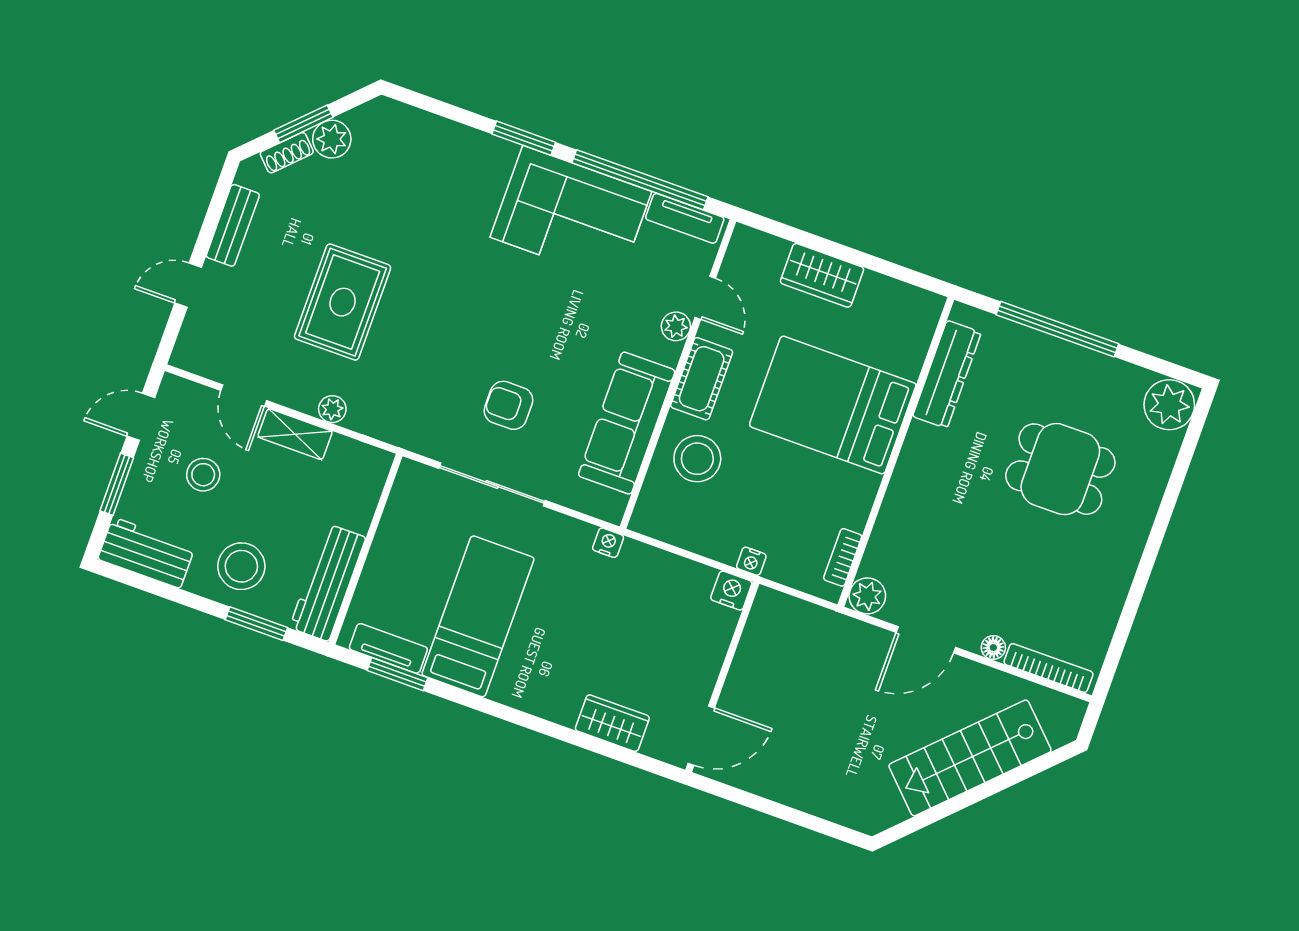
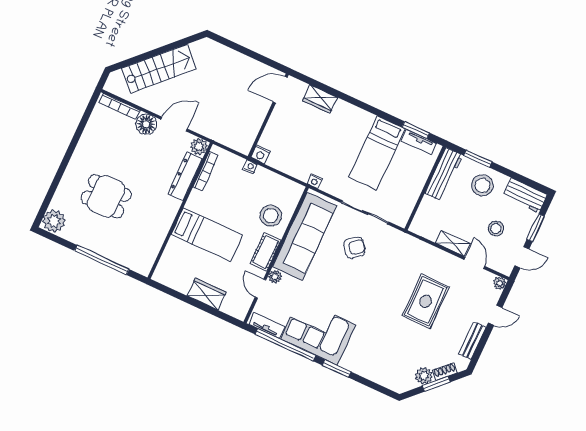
dresser: (947, 374) -> (185, 176), moved
armchair: (508, 405) -> (354, 248), turned -39
bed: (833, 405) -> (207, 235), width x0.67
plant: (332, 409) -> (500, 283), moved
sofa: (627, 423) -> (305, 236), width x1.36, depth x1.27
bookcase: (843, 557) -> (206, 171), width x1.56
floor lamp: (993, 648) -> (146, 124), width x1.89, depth x1.89

